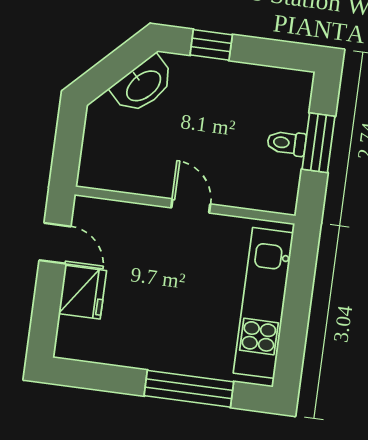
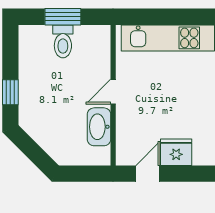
washbasin: (143, 85) -> (99, 127), moved, turned -135
toilet: (287, 143) -> (63, 41), width x1.37, depth x1.39

